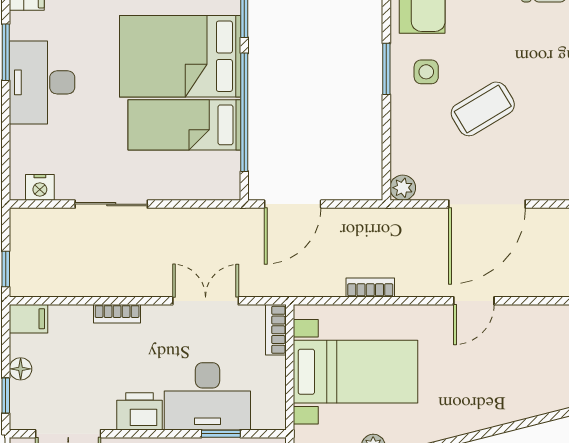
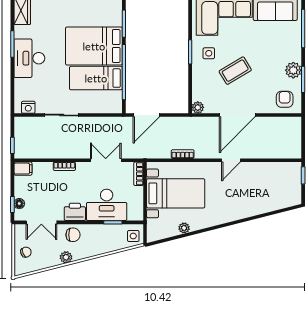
floor lamp: (21, 369) -> (19, 204), moved

